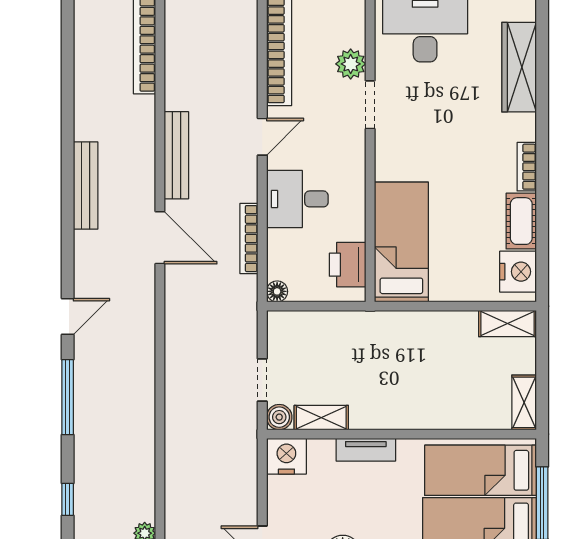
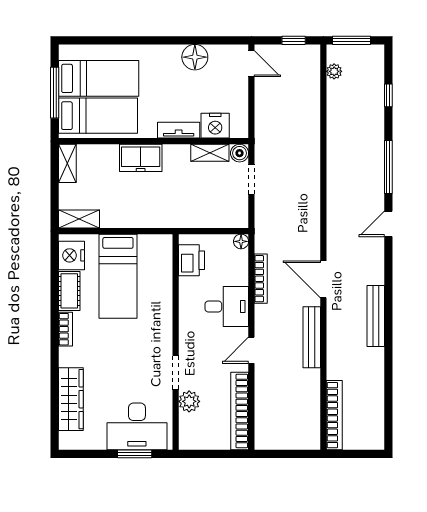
bed: (401, 242) -> (118, 276), moved
freezer: (420, 410) -> (141, 158), added
nightstand: (286, 456) -> (215, 126), moved

